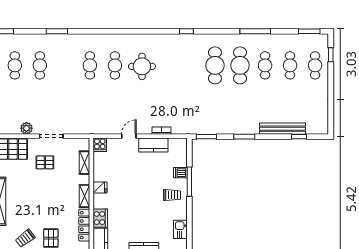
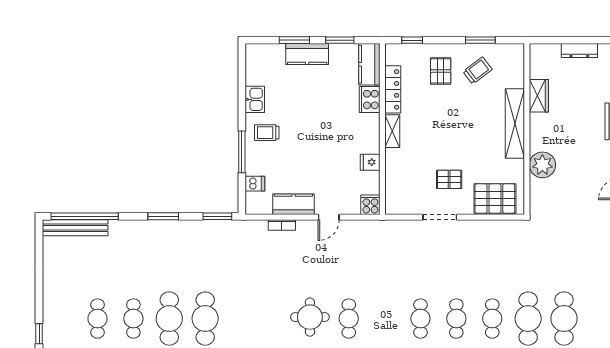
cafe table: (90, 65) -> (420, 319), moved
cafe table: (315, 65) -> (62, 319), removed
plant: (26, 128) -> (475, 228), removed
bench: (282, 129) -> (75, 228), moved
window: (299, 137) -> (85, 216), width x3.17
shelving: (85, 163) -> (392, 179), removed
dishwasher: (180, 173) -> (255, 184), moved
fridge: (100, 188) -> (370, 162), moved
kitchen sink: (180, 229) -> (255, 99), moved

